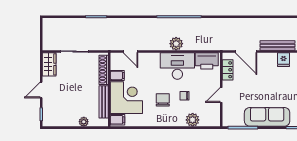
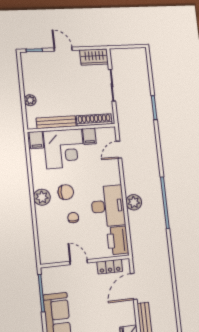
plant: (193, 120) -> (42, 197), moved

